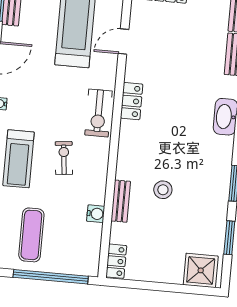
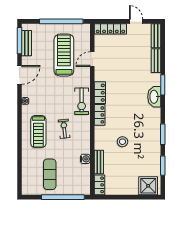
locker: (128, 140) -> (100, 115), added
bench: (121, 201) -> (99, 162), moved

